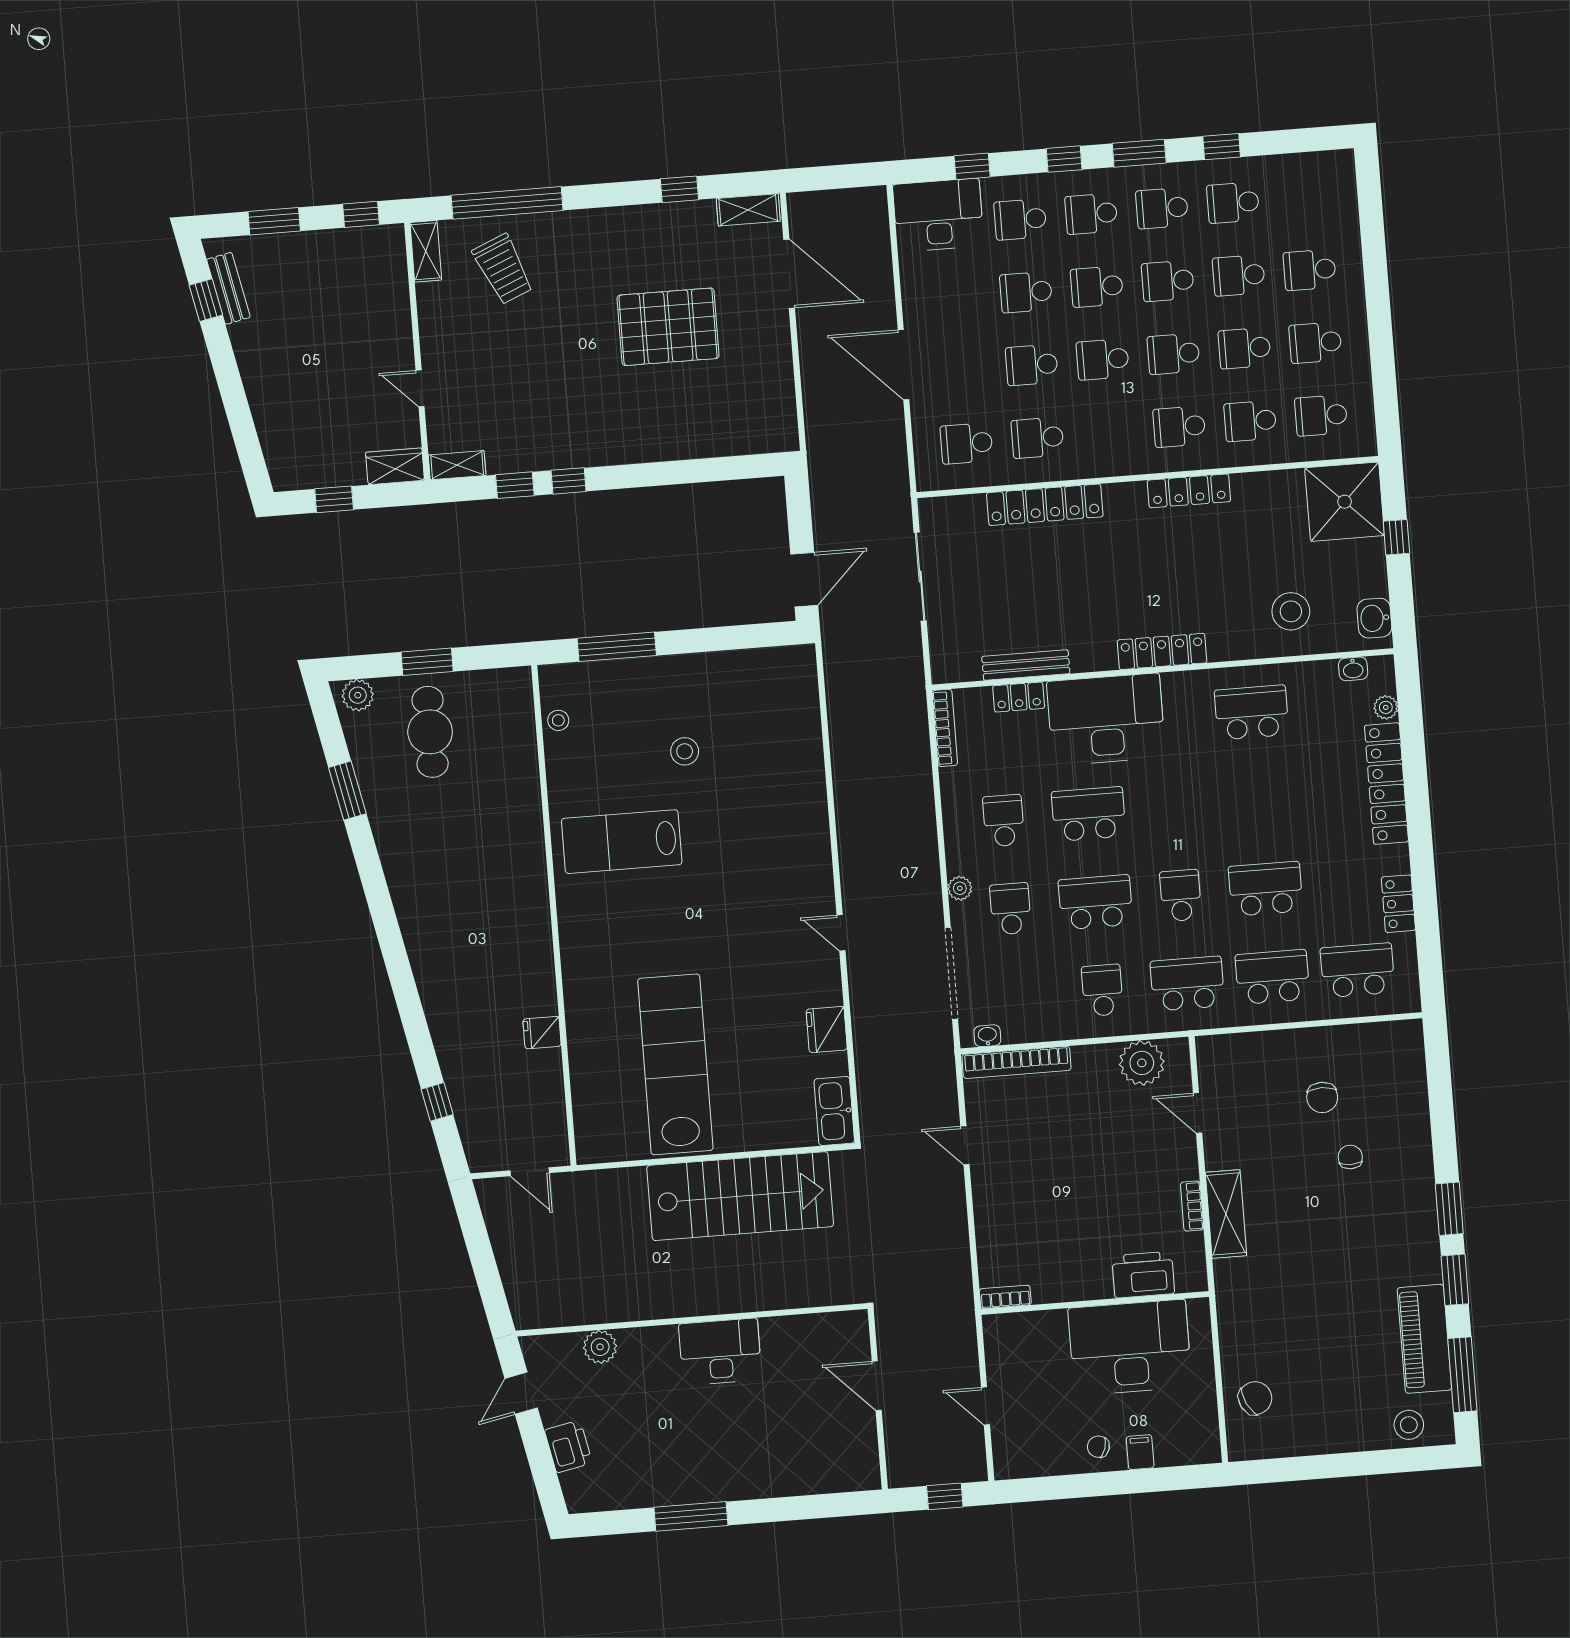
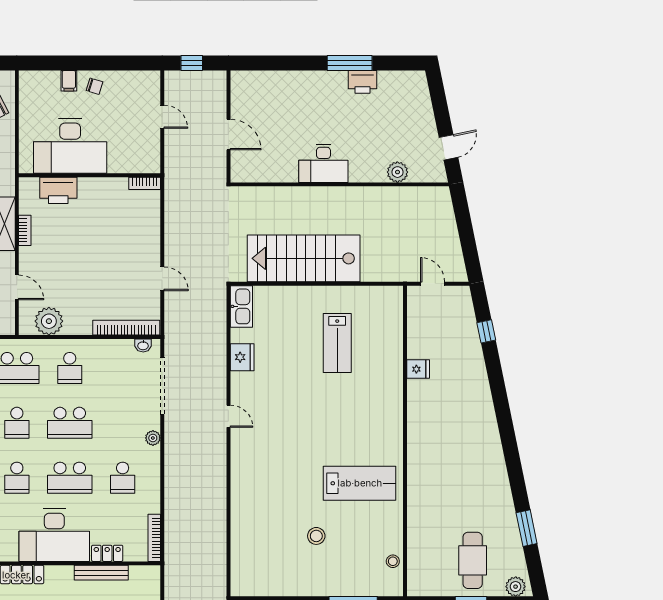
school desk: (1010, 909) -> (17, 478), moved
lab bench: (675, 1064) -> (337, 343), width x0.54, depth x0.72
printer: (568, 1446) -> (362, 82), moved, turned -78

